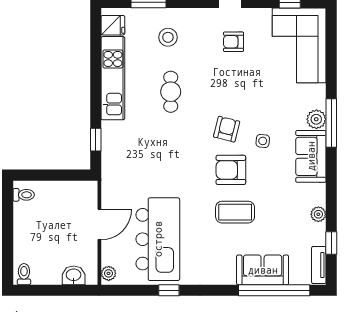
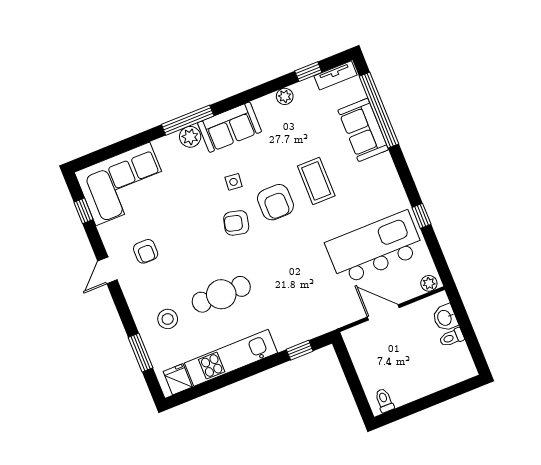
cafe table: (171, 92) -> (221, 294), width x1.37, depth x1.35
toilet: (24, 274) -> (452, 338), moved

